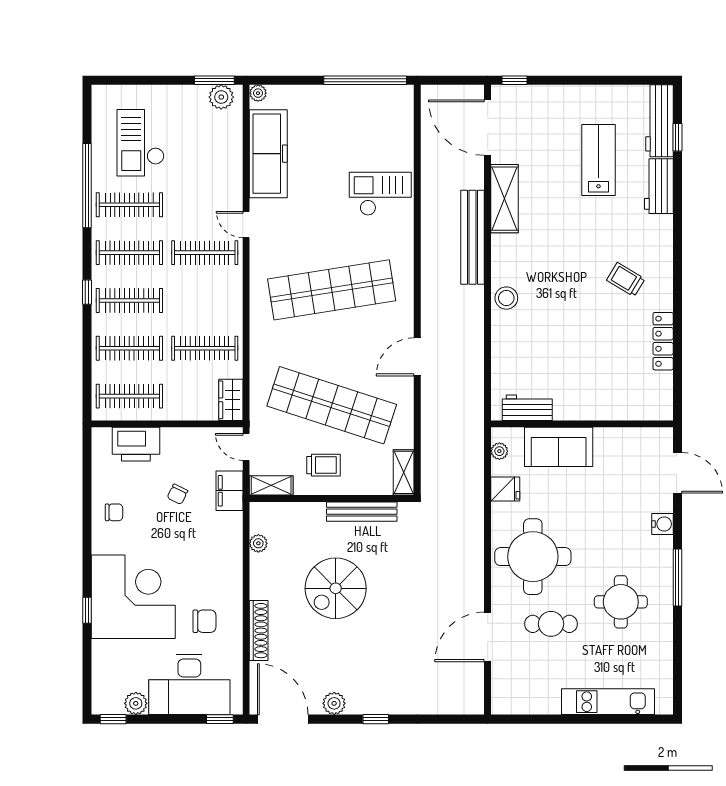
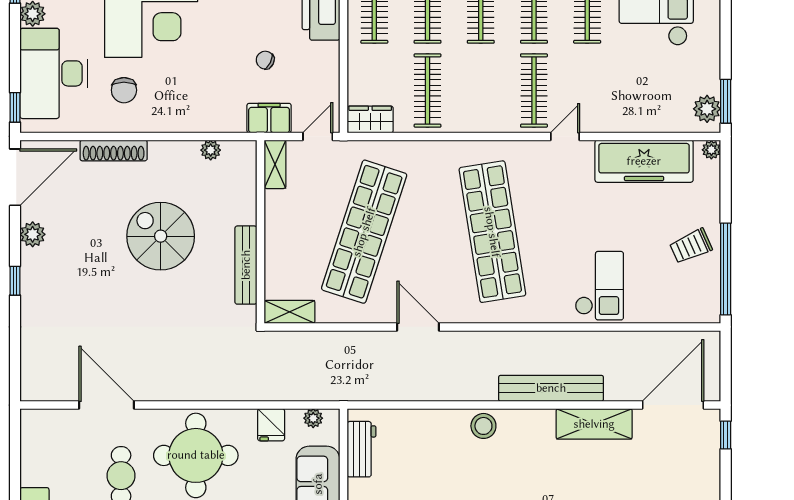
trolley: (323, 465) -> (691, 246), moved, turned 66

